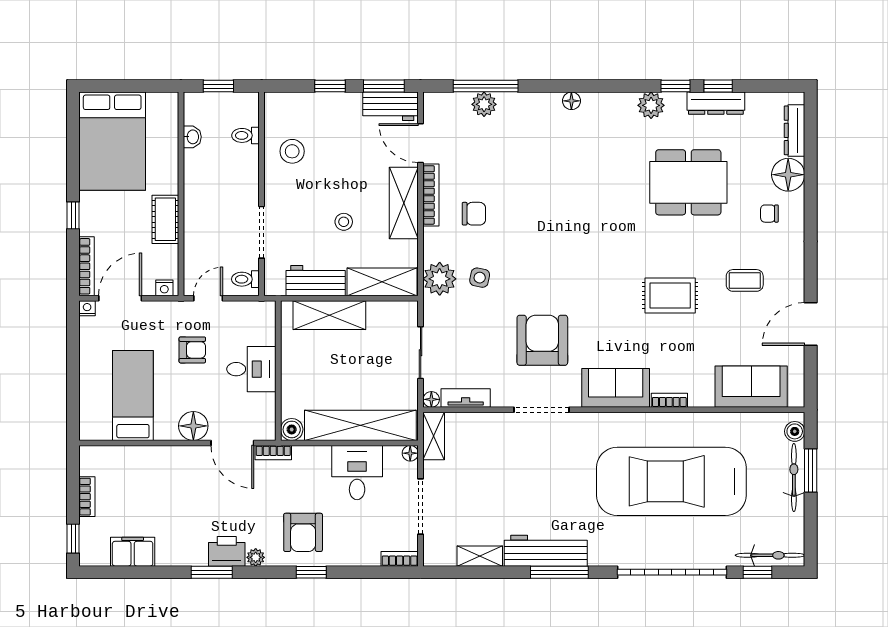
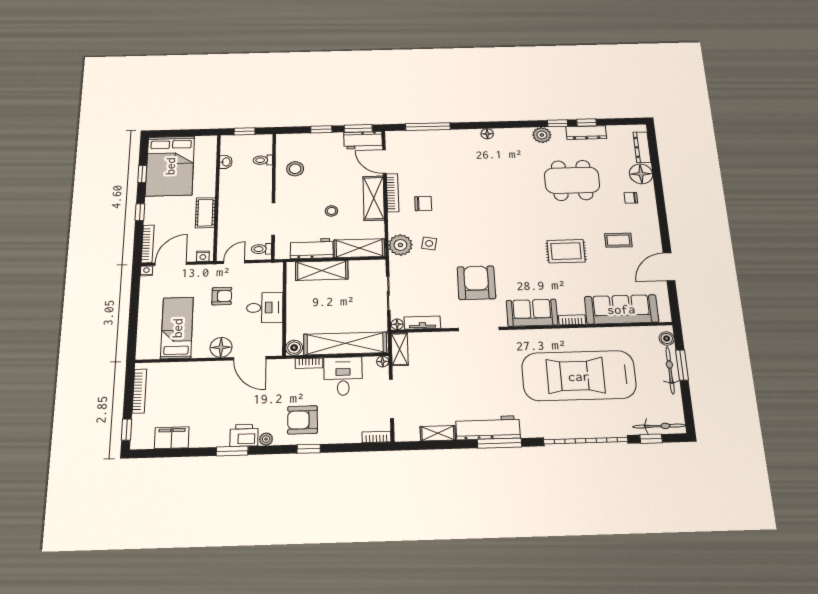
plant: (484, 104) -> (427, 137), removed
window: (73, 153) -> (142, 174), added
sofa: (751, 387) -> (621, 309), width x1.36
bookcase: (273, 453) -> (309, 363), moved
bookcase: (87, 497) -> (139, 391), width x1.56
armchair: (303, 532) -> (303, 420), turned 90

